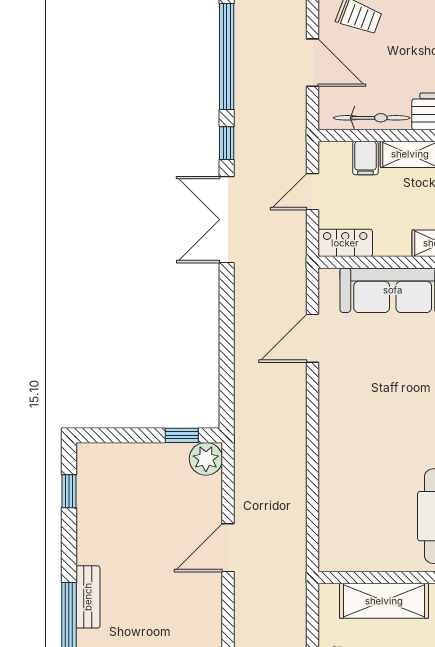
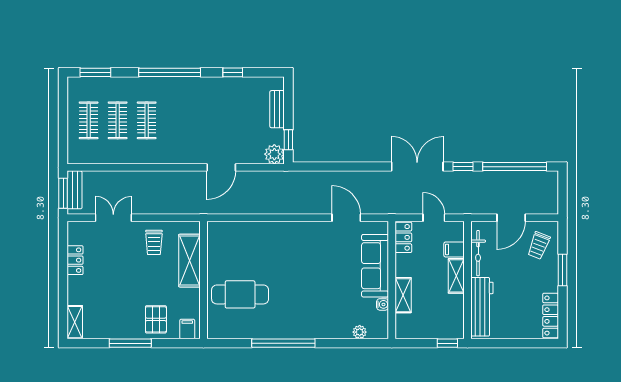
window: (69, 491) -> (233, 72), moved
door: (228, 548) -> (221, 167), swing flipped
bench: (88, 597) -> (277, 109), moved, turned 90

